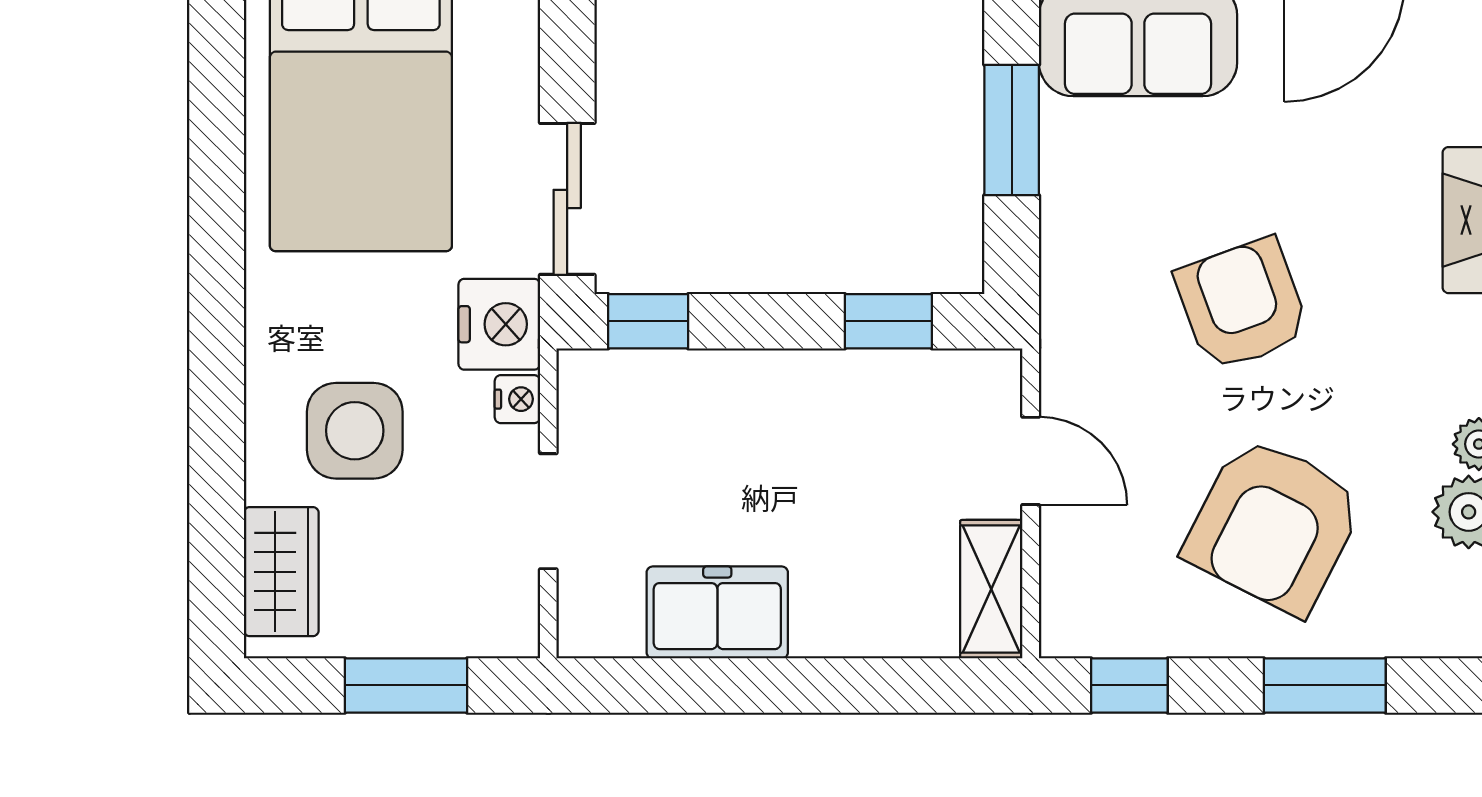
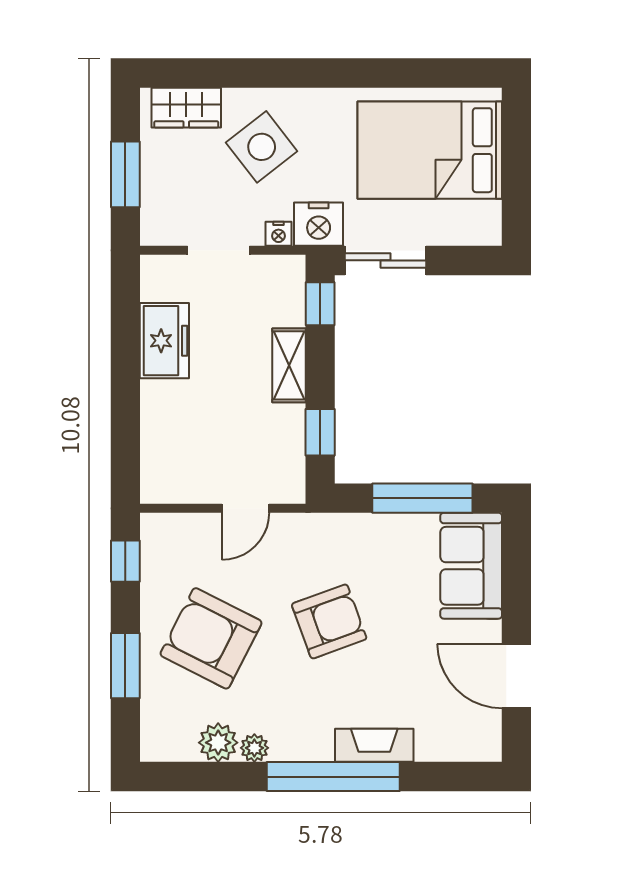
window: (1012, 130) -> (422, 498), width x1.44
side table: (355, 431) -> (262, 147), turned -38
shelving: (991, 589) -> (289, 365), moved, turned 90

